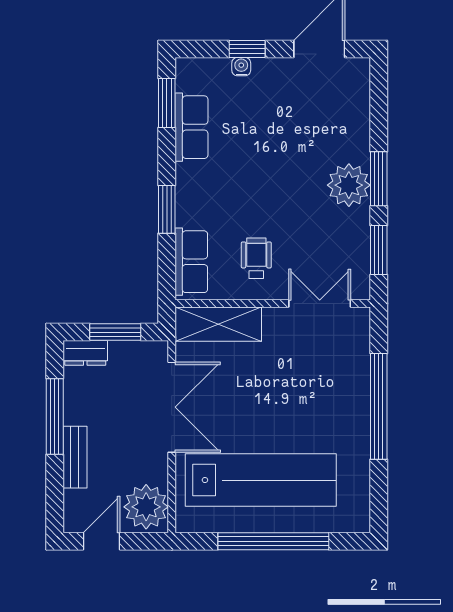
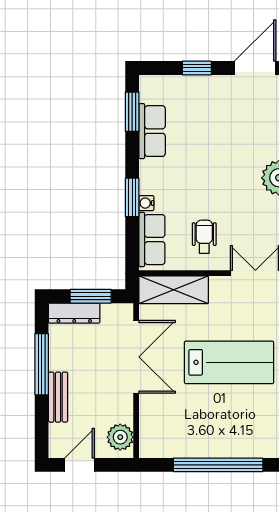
water cooler: (241, 67) -> (146, 203), moved, turned -90
dresser: (85, 353) -> (74, 313), width x1.44
lab bench: (261, 480) -> (229, 362), moved, width x0.73
plant: (146, 507) -> (120, 437), width x0.73, depth x0.73

